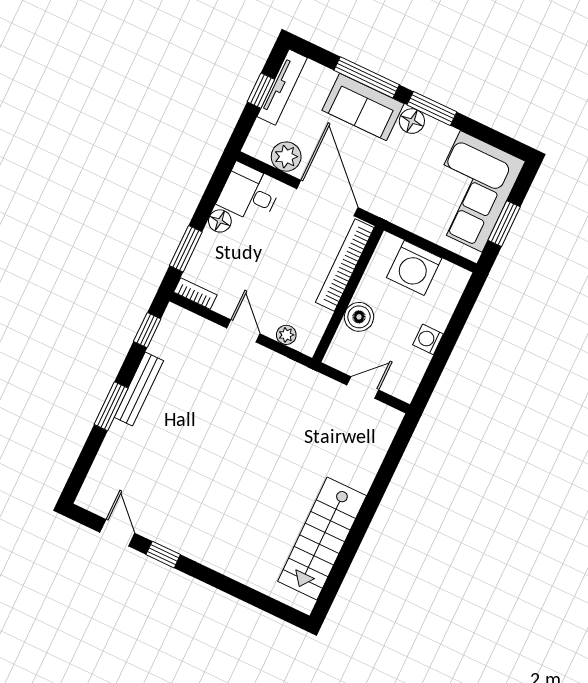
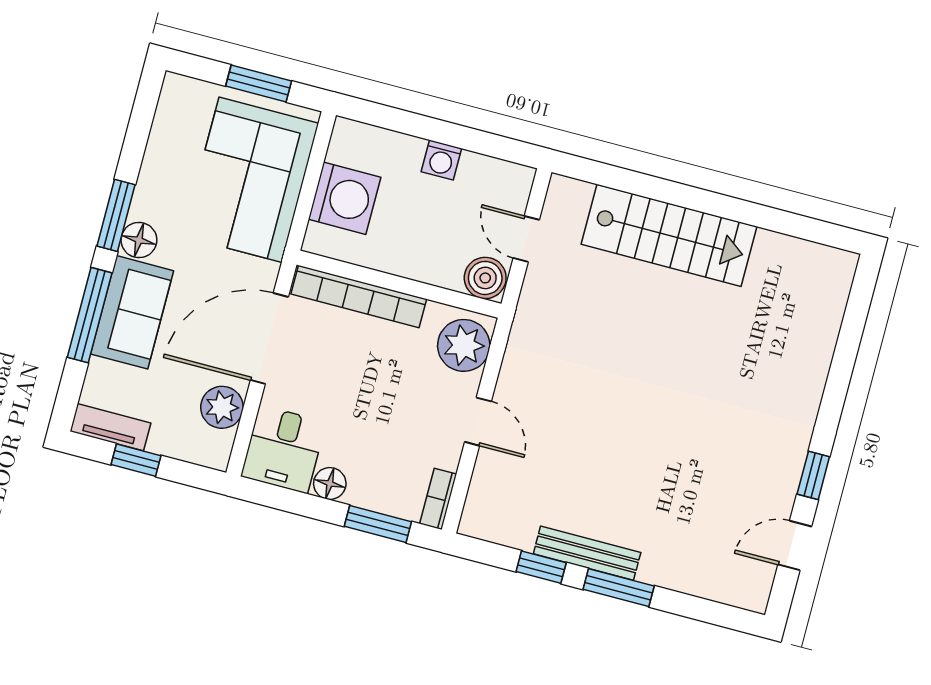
tv unit: (282, 87) -> (110, 427), width x0.71
corner sofa: (471, 191) -> (251, 180), moved, turned 90
boiler: (359, 317) -> (485, 278), moved
window: (147, 330) -> (541, 567), moved
door: (243, 331) -> (478, 422), swing flipped
plant: (286, 335) -> (464, 345), width x1.87, depth x1.87
stairs: (322, 538) -> (669, 235), moved

